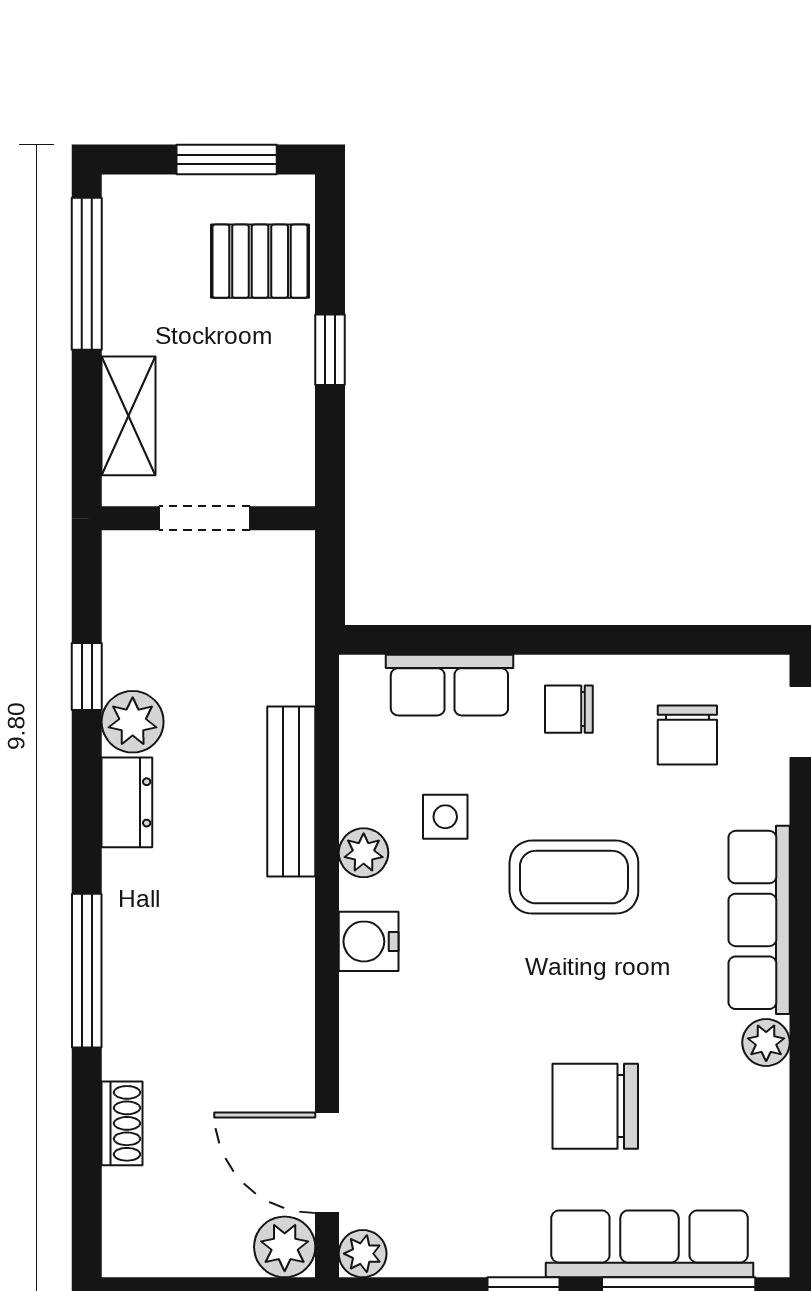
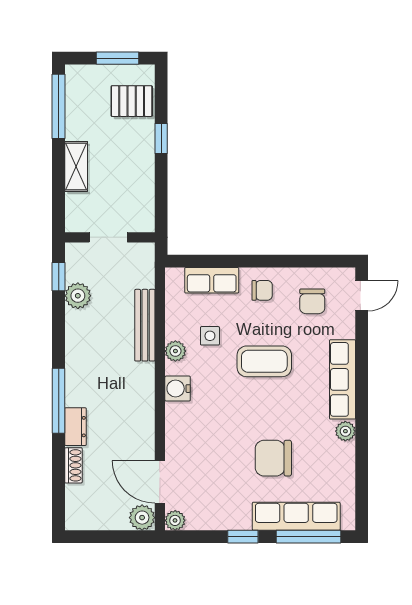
doorway: (204, 518) -> (108, 237), moved
wall: (208, 518) -> (110, 237), moved
chair: (569, 709) -> (262, 290), turned 180
dresser: (127, 802) -> (75, 427), moved

